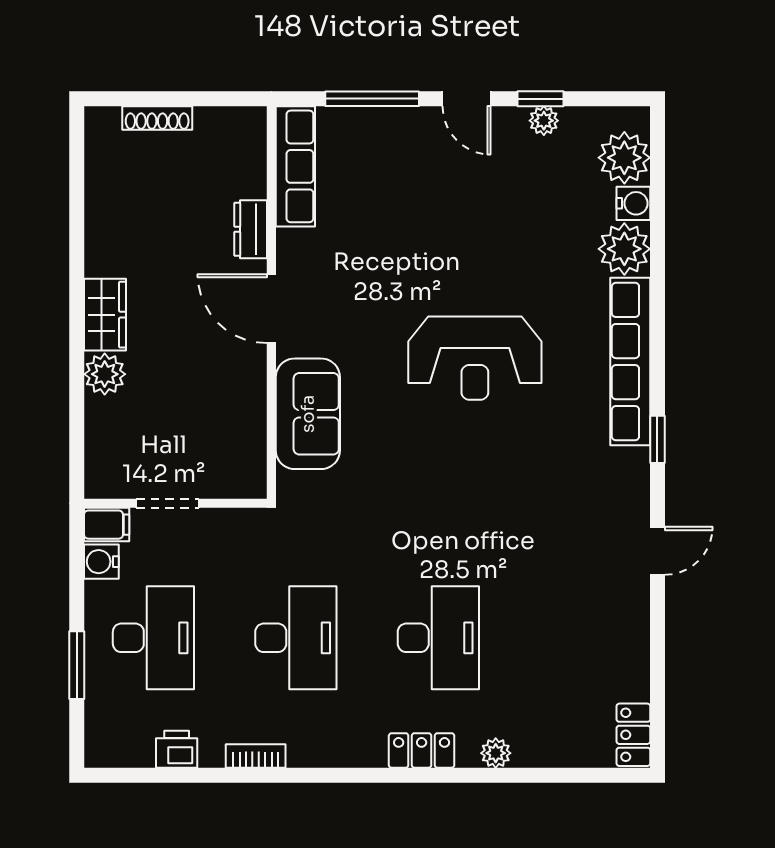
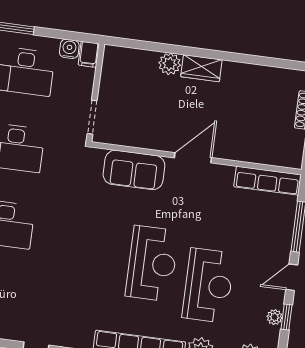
dresser: (251, 229) -> (237, 152), removed
reception desk: (502, 250) -> (208, 285), added
reception desk: (475, 358) -> (152, 263), turned 180
doorway: (167, 503) -> (92, 117), moved

